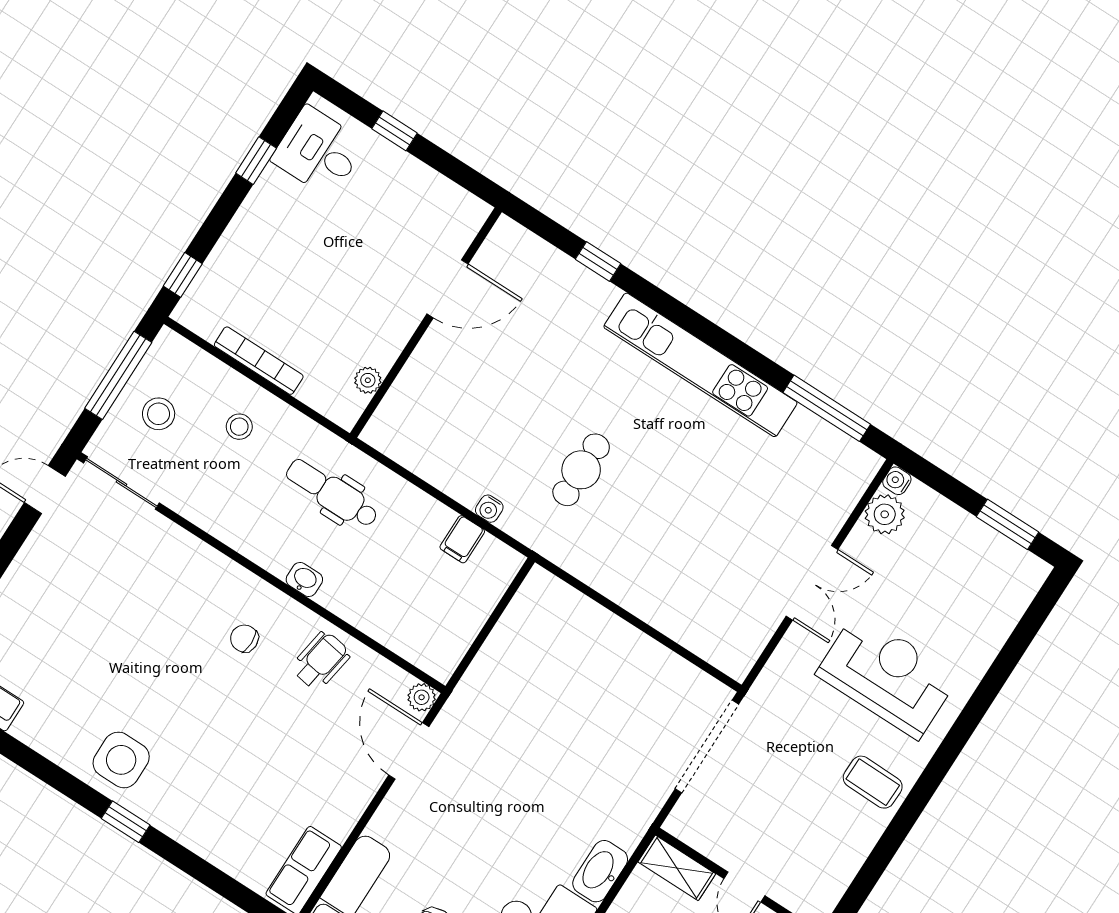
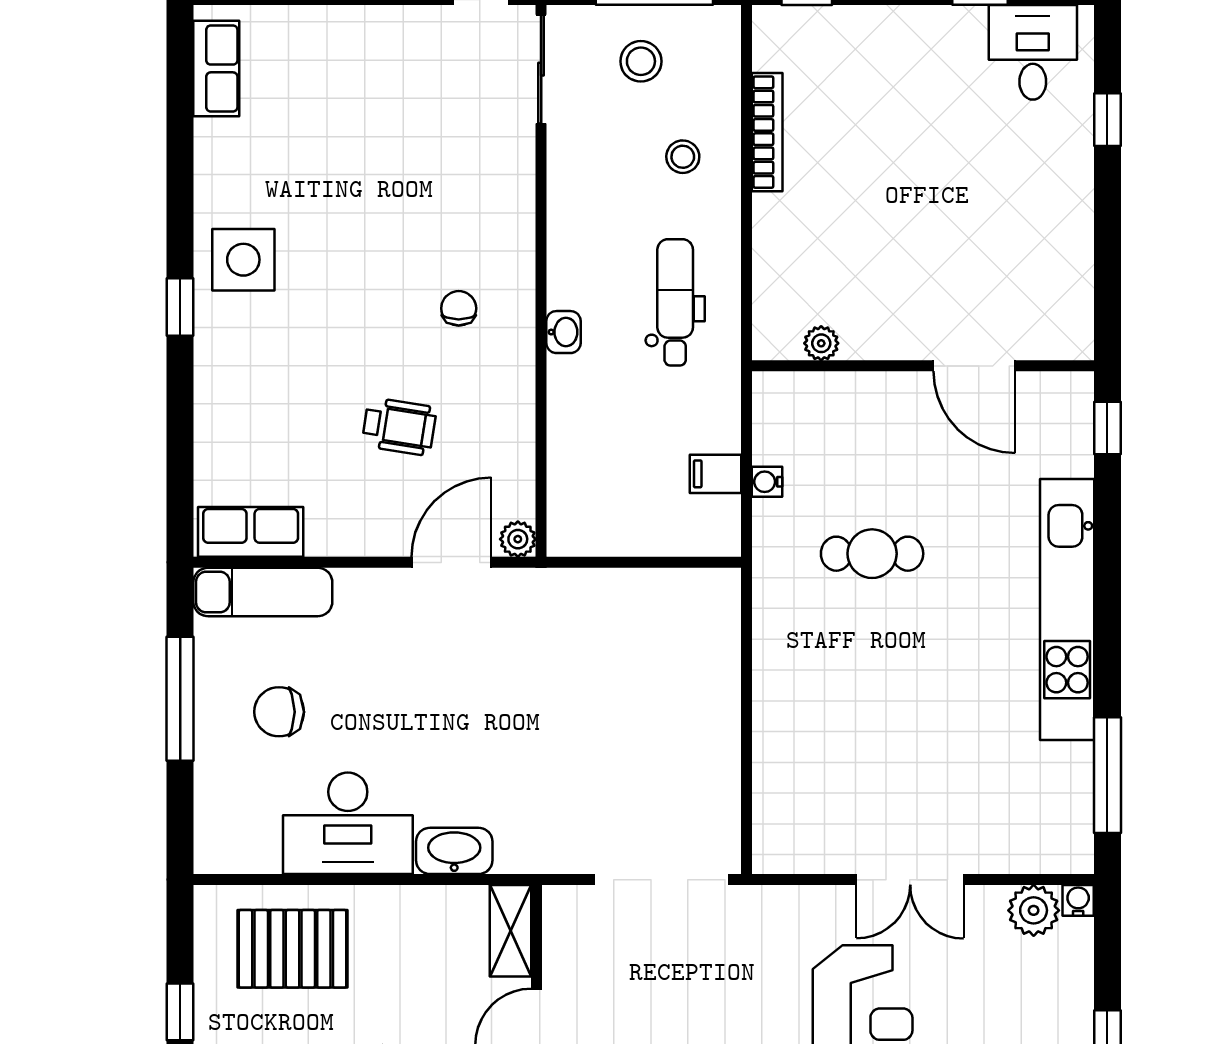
door: (447, 289) -> (974, 366), moved
wall: (426, 323) -> (923, 366), moved
plant: (368, 380) -> (821, 343), moved
wheelchair: (321, 661) -> (399, 427), moved

